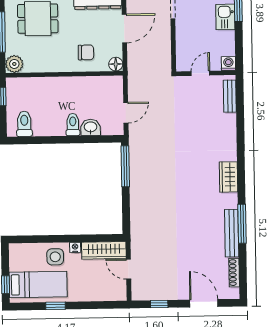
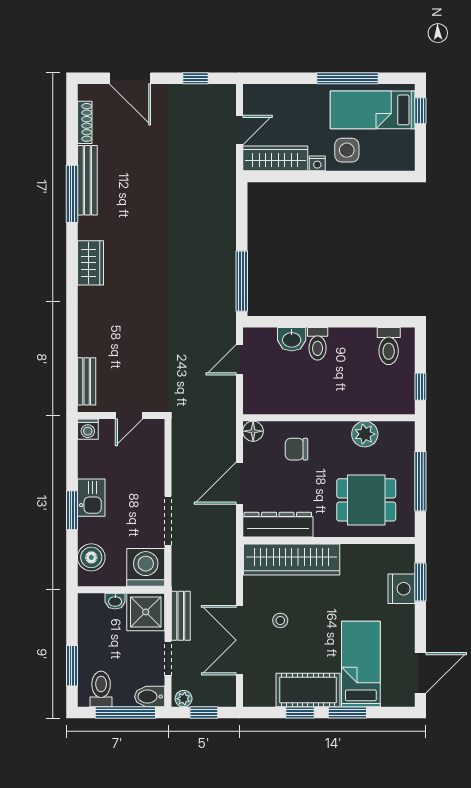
plant: (14, 64) -> (365, 434), moved
door: (129, 269) -> (239, 130), hinge flipped
window: (56, 306) -> (348, 78), width x2.17

